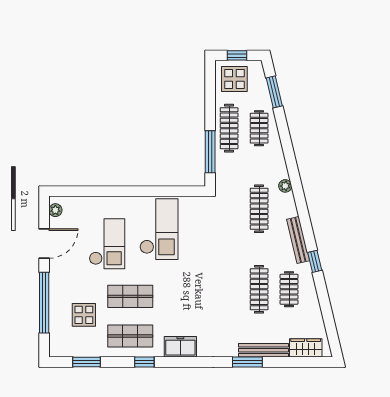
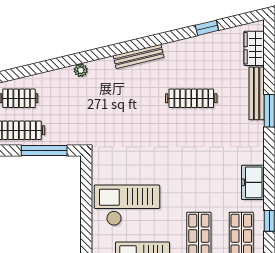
clothes rail: (259, 209) -> (105, 98), removed
window: (315, 261) -> (207, 28), moved
clothes rail: (289, 289) -> (191, 66), removed

